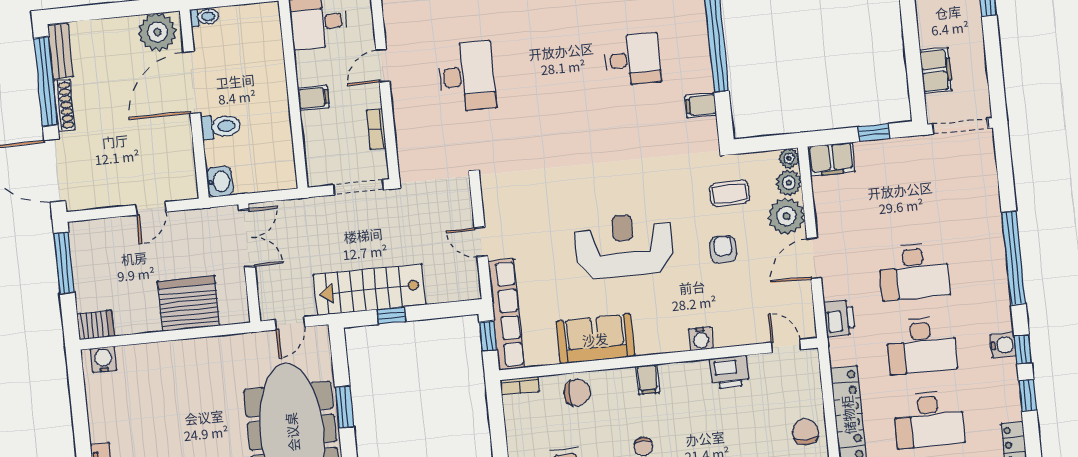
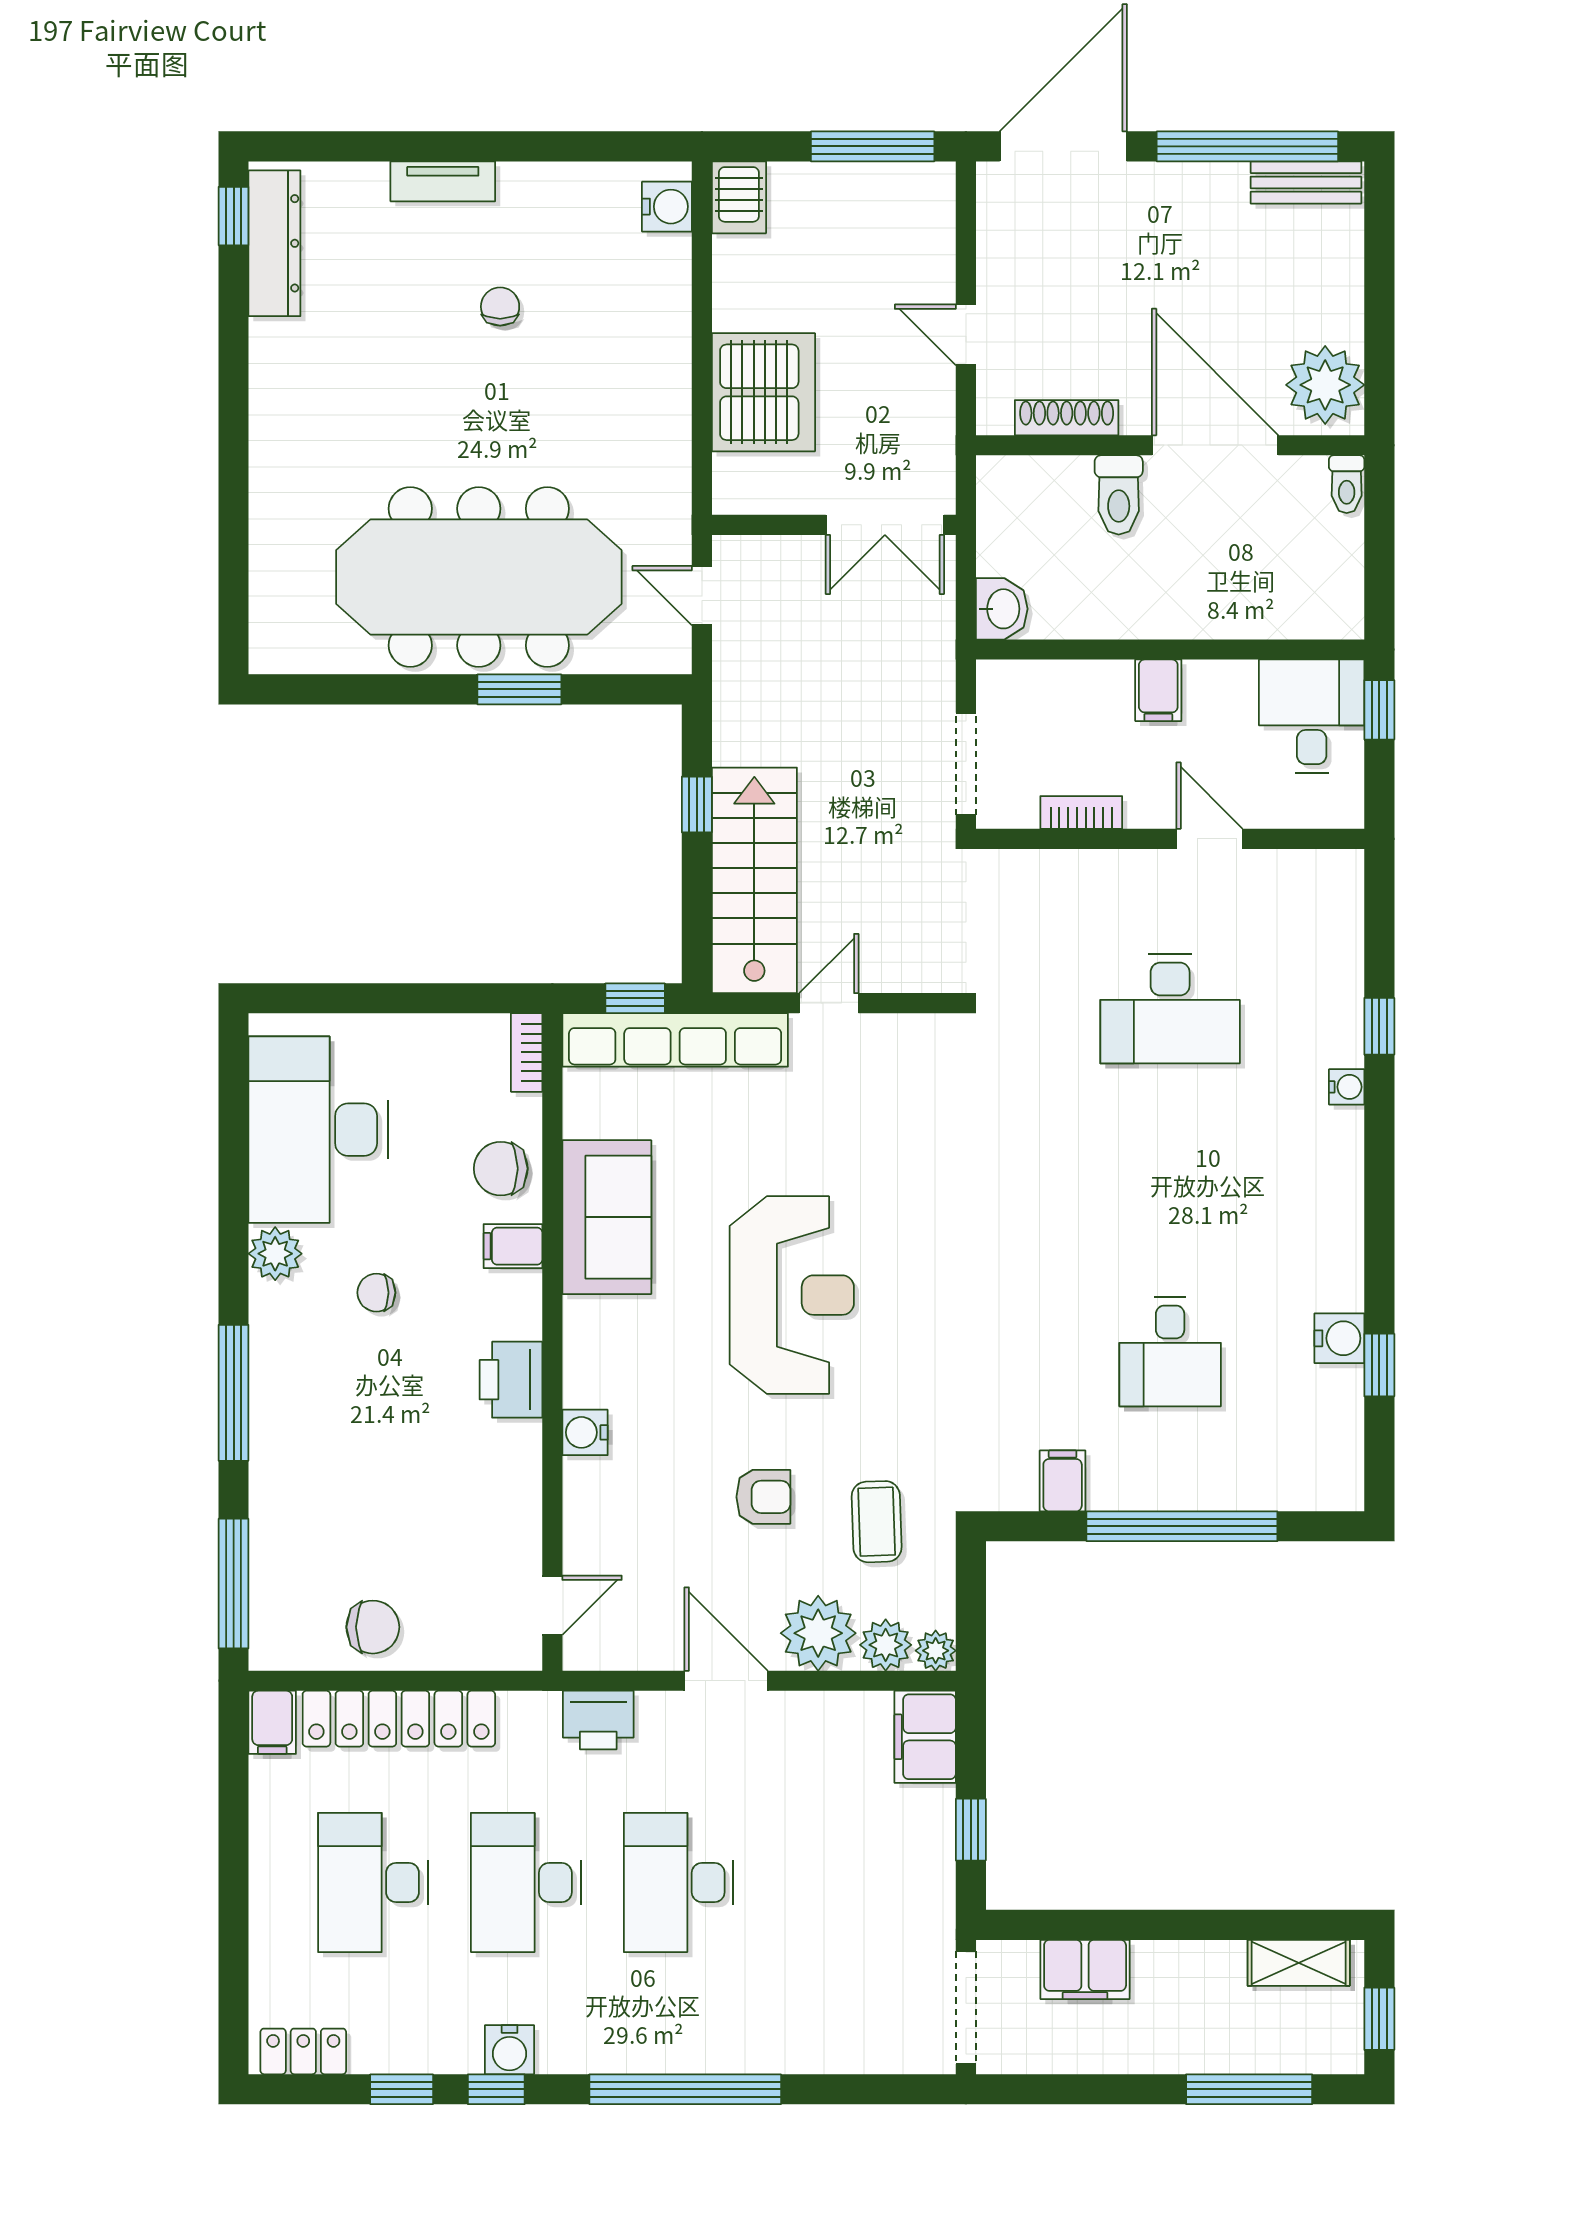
shoe rack: (64, 105) -> (1067, 418), moved, turned 180
washbasin: (220, 182) -> (1002, 609), moved, turned -90
stairs: (370, 290) -> (754, 880), moved
printer: (729, 372) -> (511, 1380), moved
filing cabinet: (648, 379) -> (513, 1246), moved
chair: (577, 392) -> (501, 1169), turned 90
chair: (160, 435) -> (500, 307), added

